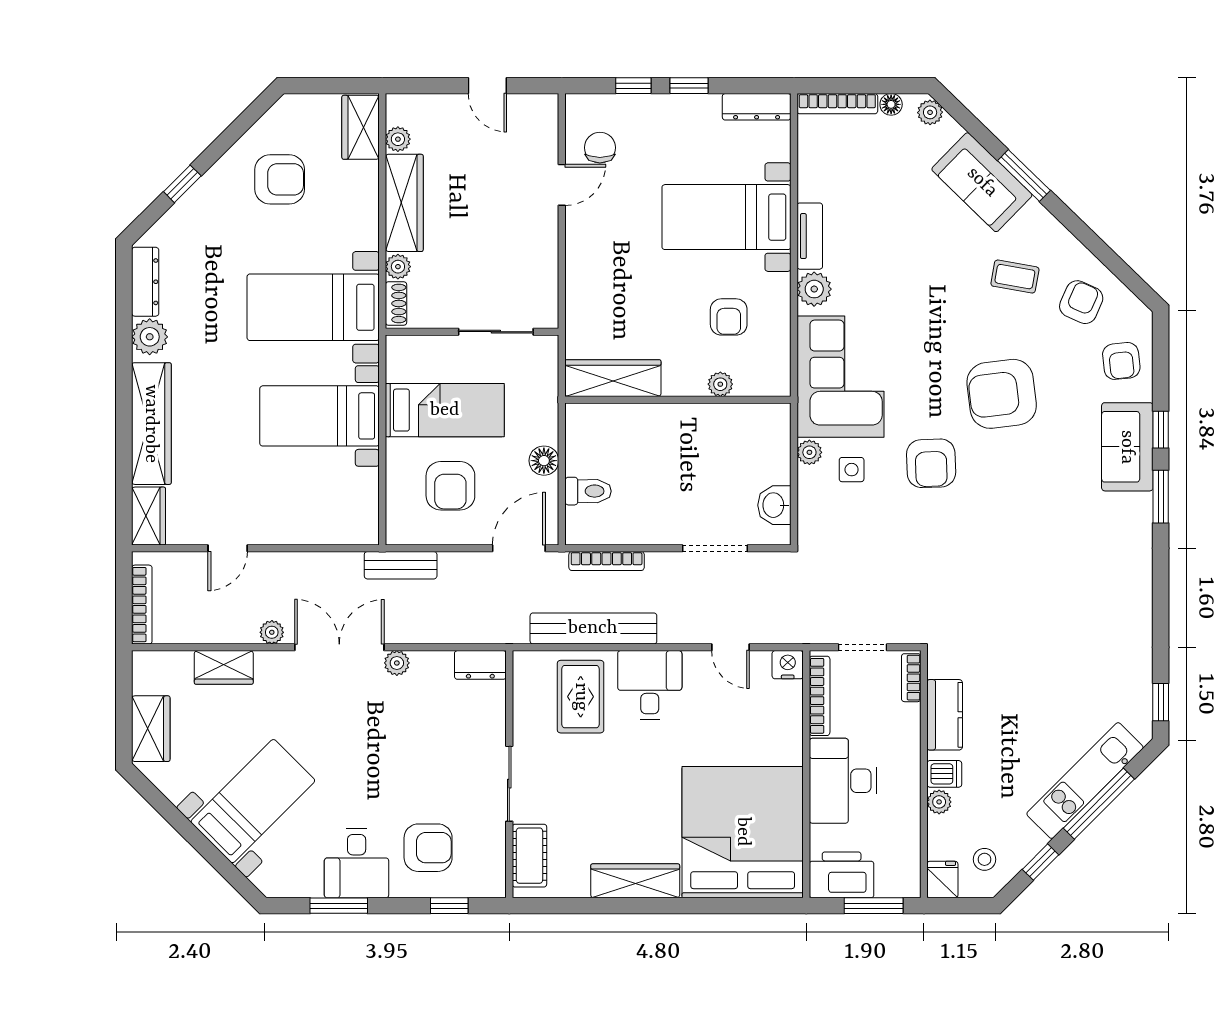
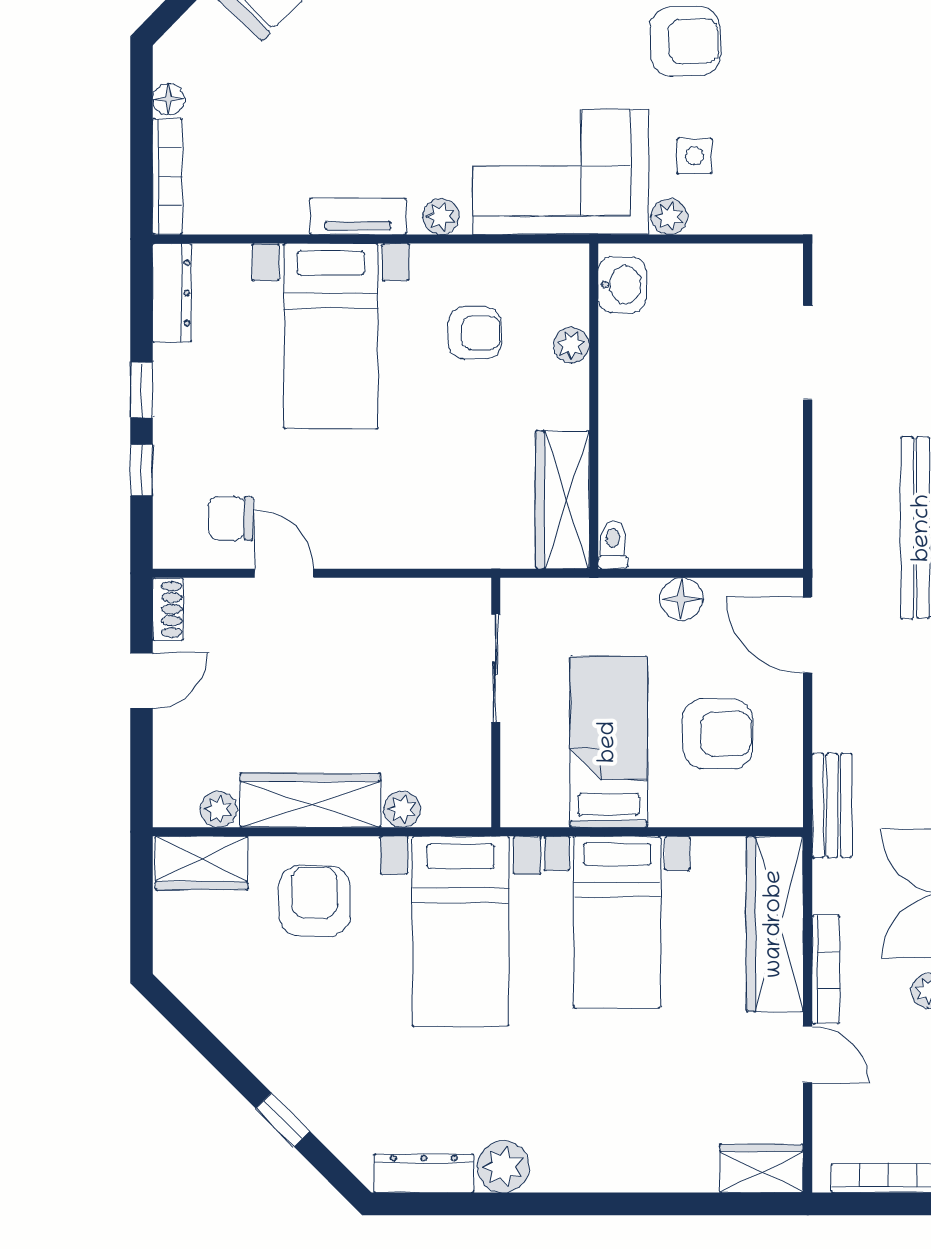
plant: (930, 112) -> (180, 43), removed
armchair: (280, 179) -> (315, 901), moved
plant: (814, 289) -> (441, 217), width x0.73, depth x0.73
shoe rack: (396, 304) -> (168, 609), moved, turned 90
wardrobe: (151, 424) -> (775, 924), moved, turned -90
toilet: (588, 491) -> (613, 545), moved, width x0.73, depth x0.72
washbasin: (774, 505) -> (622, 285), moved, turned -90
bookcase: (607, 561) -> (826, 970), moved

